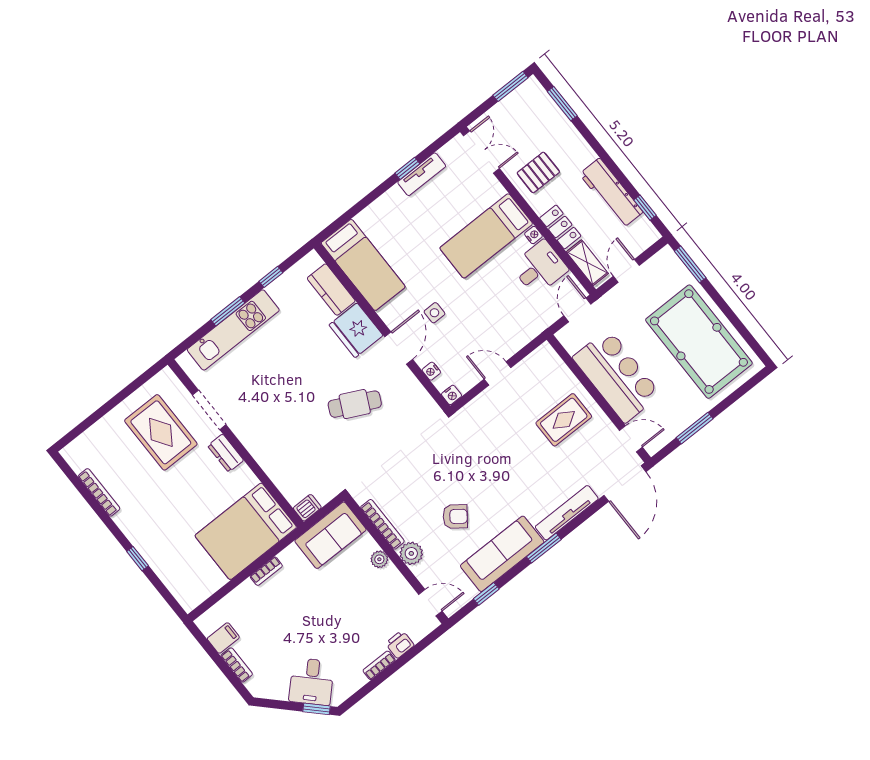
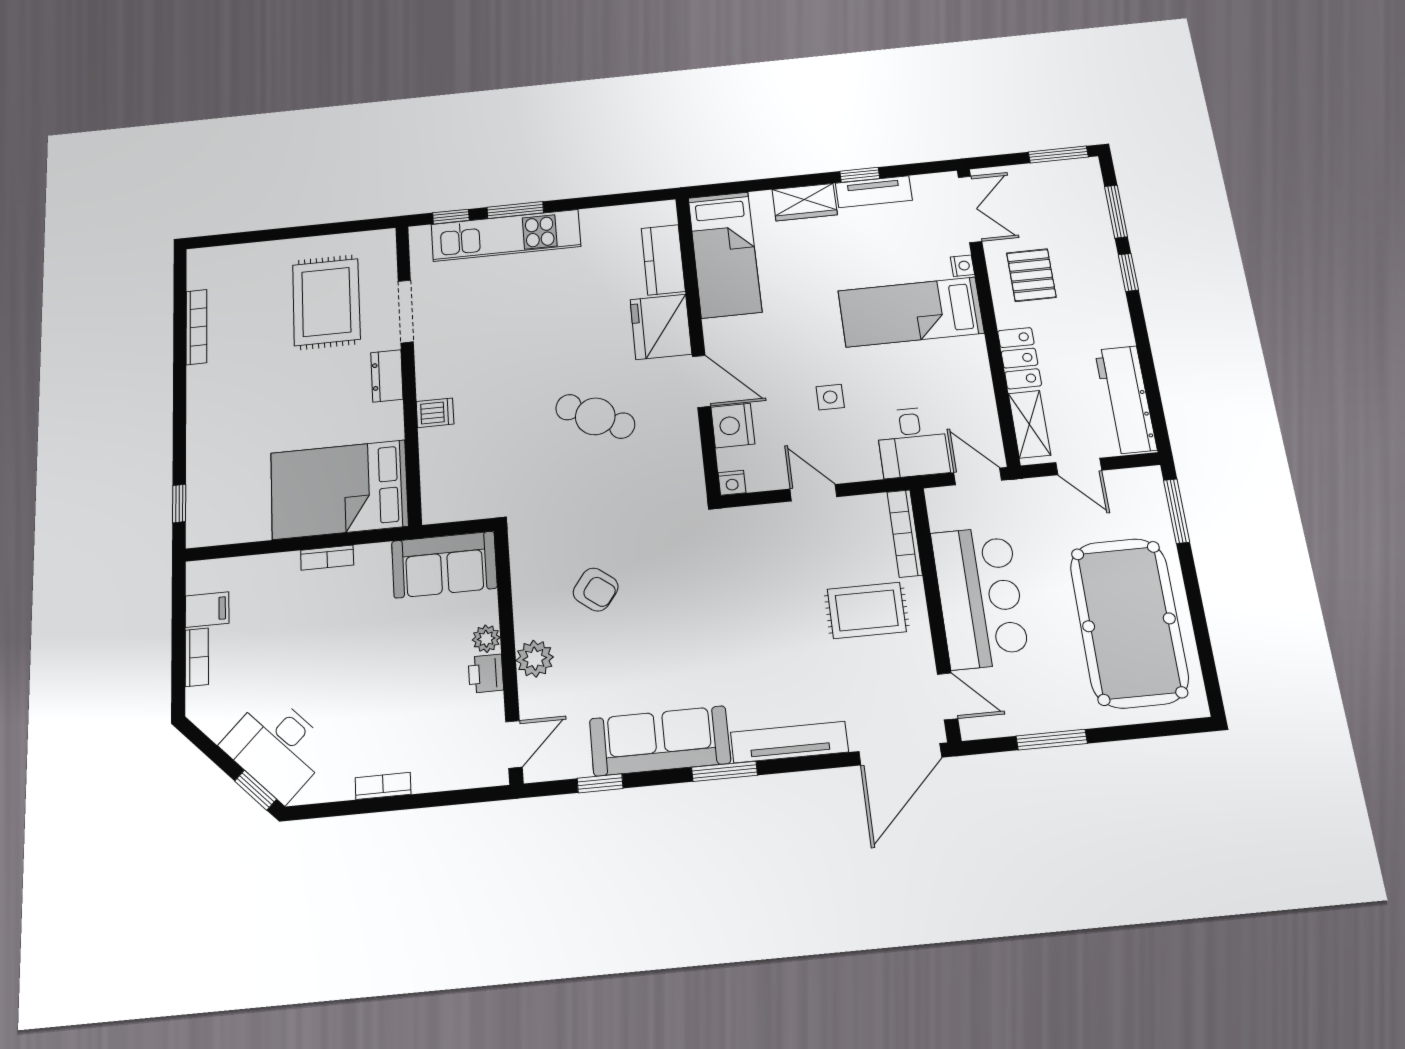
pallet: (538, 172) -> (1031, 275), turned 90
workbench: (611, 193) -> (1126, 400), moved
wardrobe: (387, 205) -> (805, 202), added
window: (645, 208) -> (1128, 272), moved
nightstand: (533, 235) -> (962, 266), moved
desk: (540, 268) -> (912, 442), moved, turned 90
door: (626, 271) -> (1079, 466), swing flipped
window: (271, 277) -> (451, 217), moved
door: (577, 310) -> (978, 476), hinge flipped
side table: (434, 313) -> (830, 397), moved
door: (399, 348) -> (701, 381), hinge flipped
nightstand: (431, 371) -> (733, 426), width x1.89, depth x1.79
dishwasher: (307, 508) -> (435, 413), moved
armchair: (455, 516) -> (596, 590), moved
bookcase: (382, 524) -> (905, 533), moved, turned 180
window: (138, 559) -> (179, 504), moved
door: (430, 603) -> (514, 744), hinge flipped
printer: (400, 644) -> (486, 674), moved, turned -90
desk: (312, 682) -> (277, 747), width x1.37

